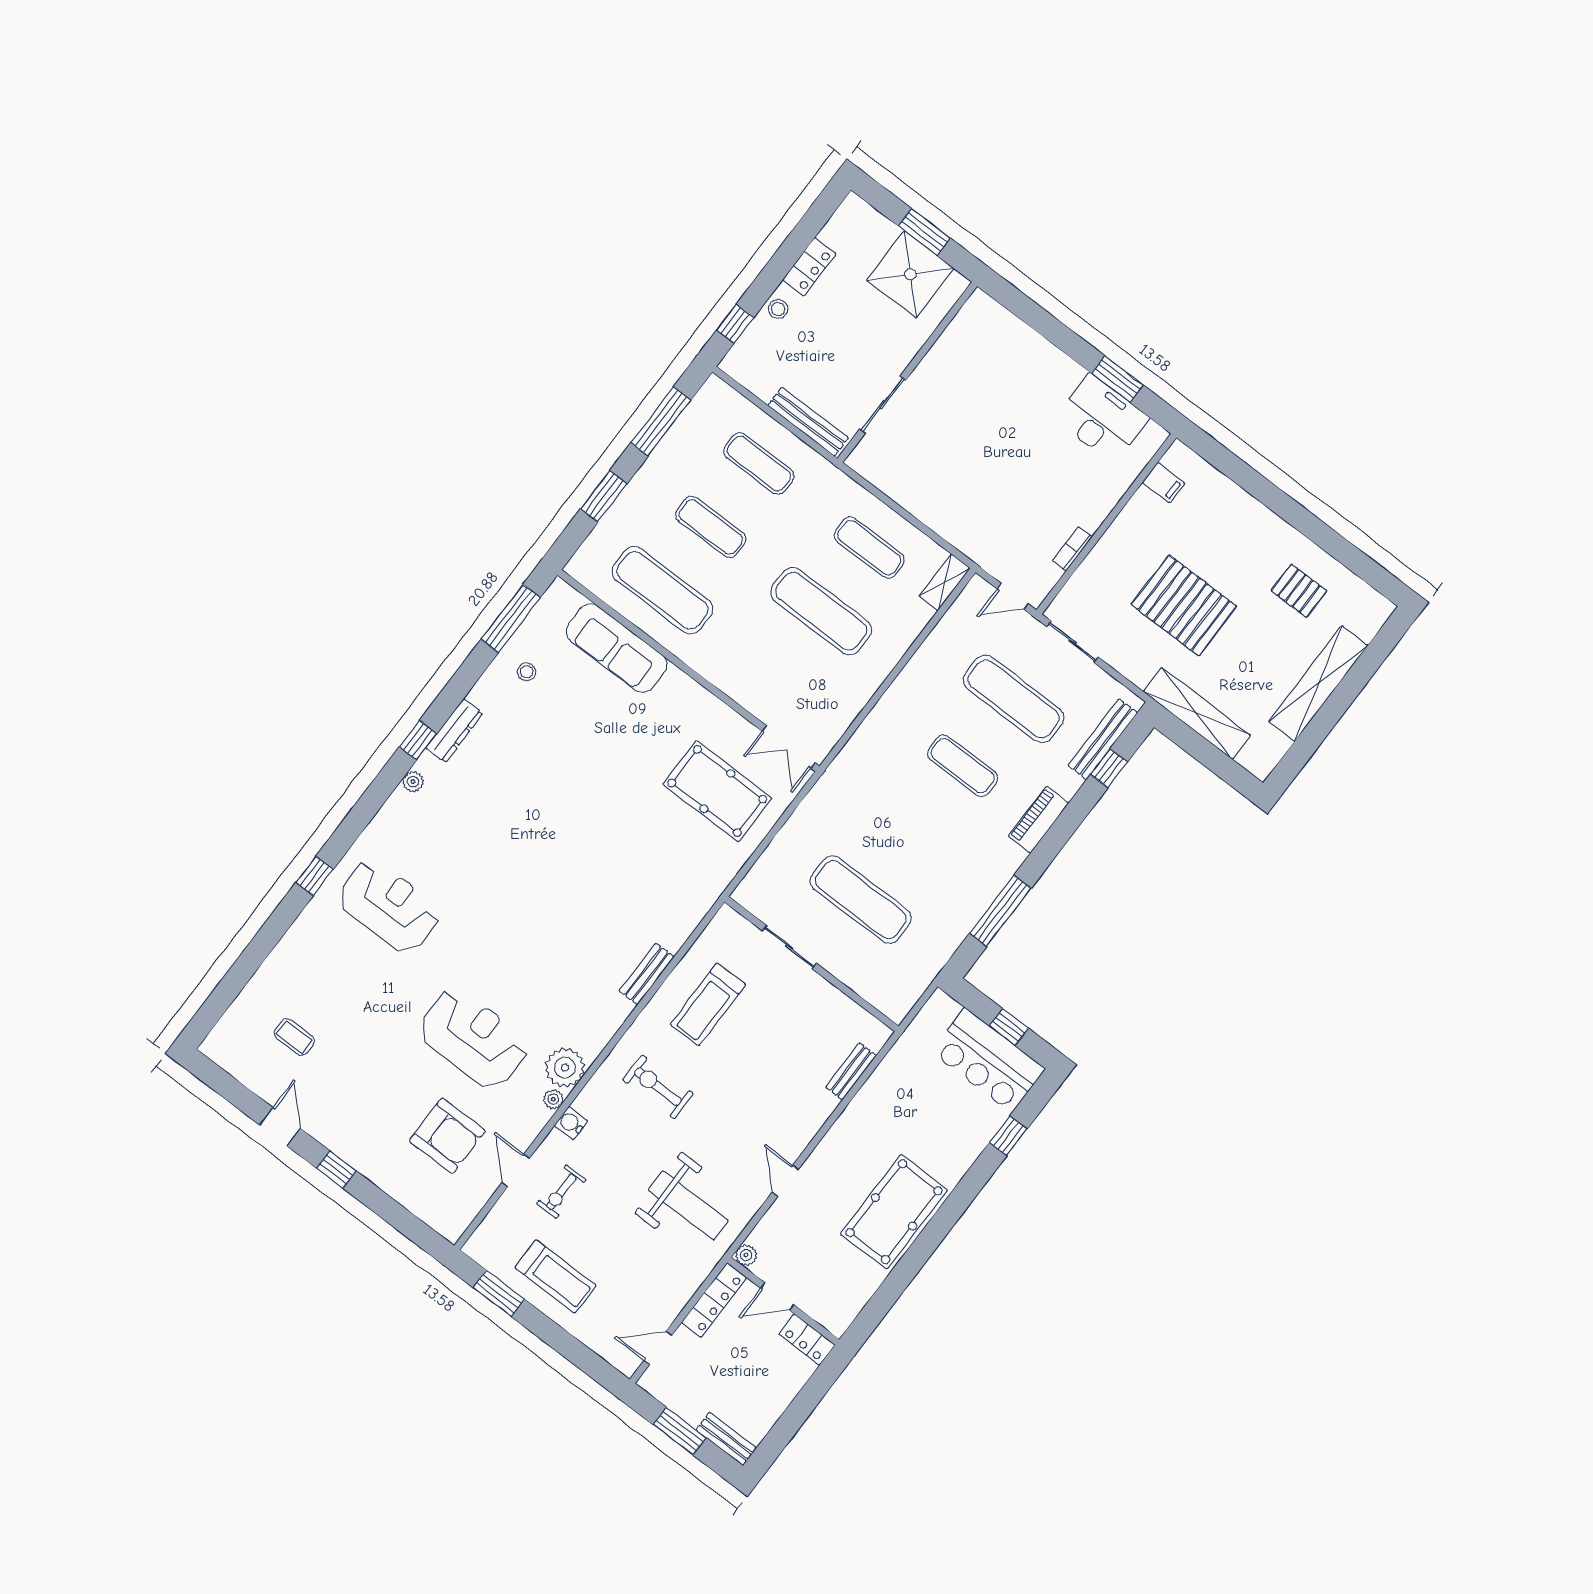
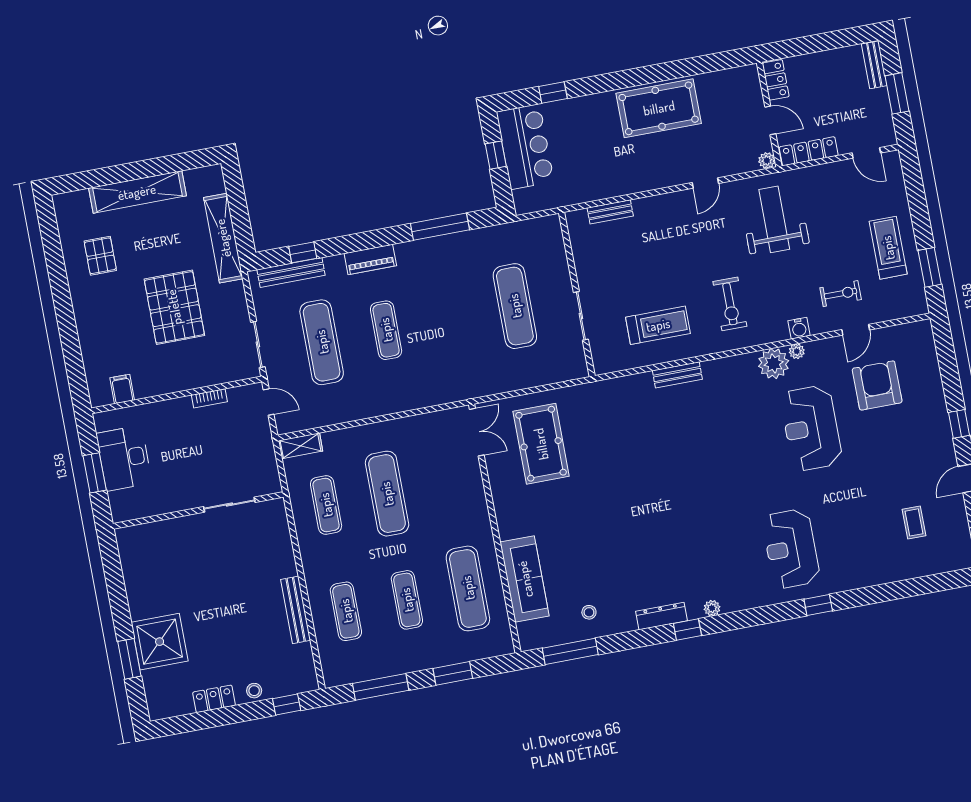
wall: (907, 372) -> (198, 510), moved
sliding door: (883, 405) -> (229, 505), moved

